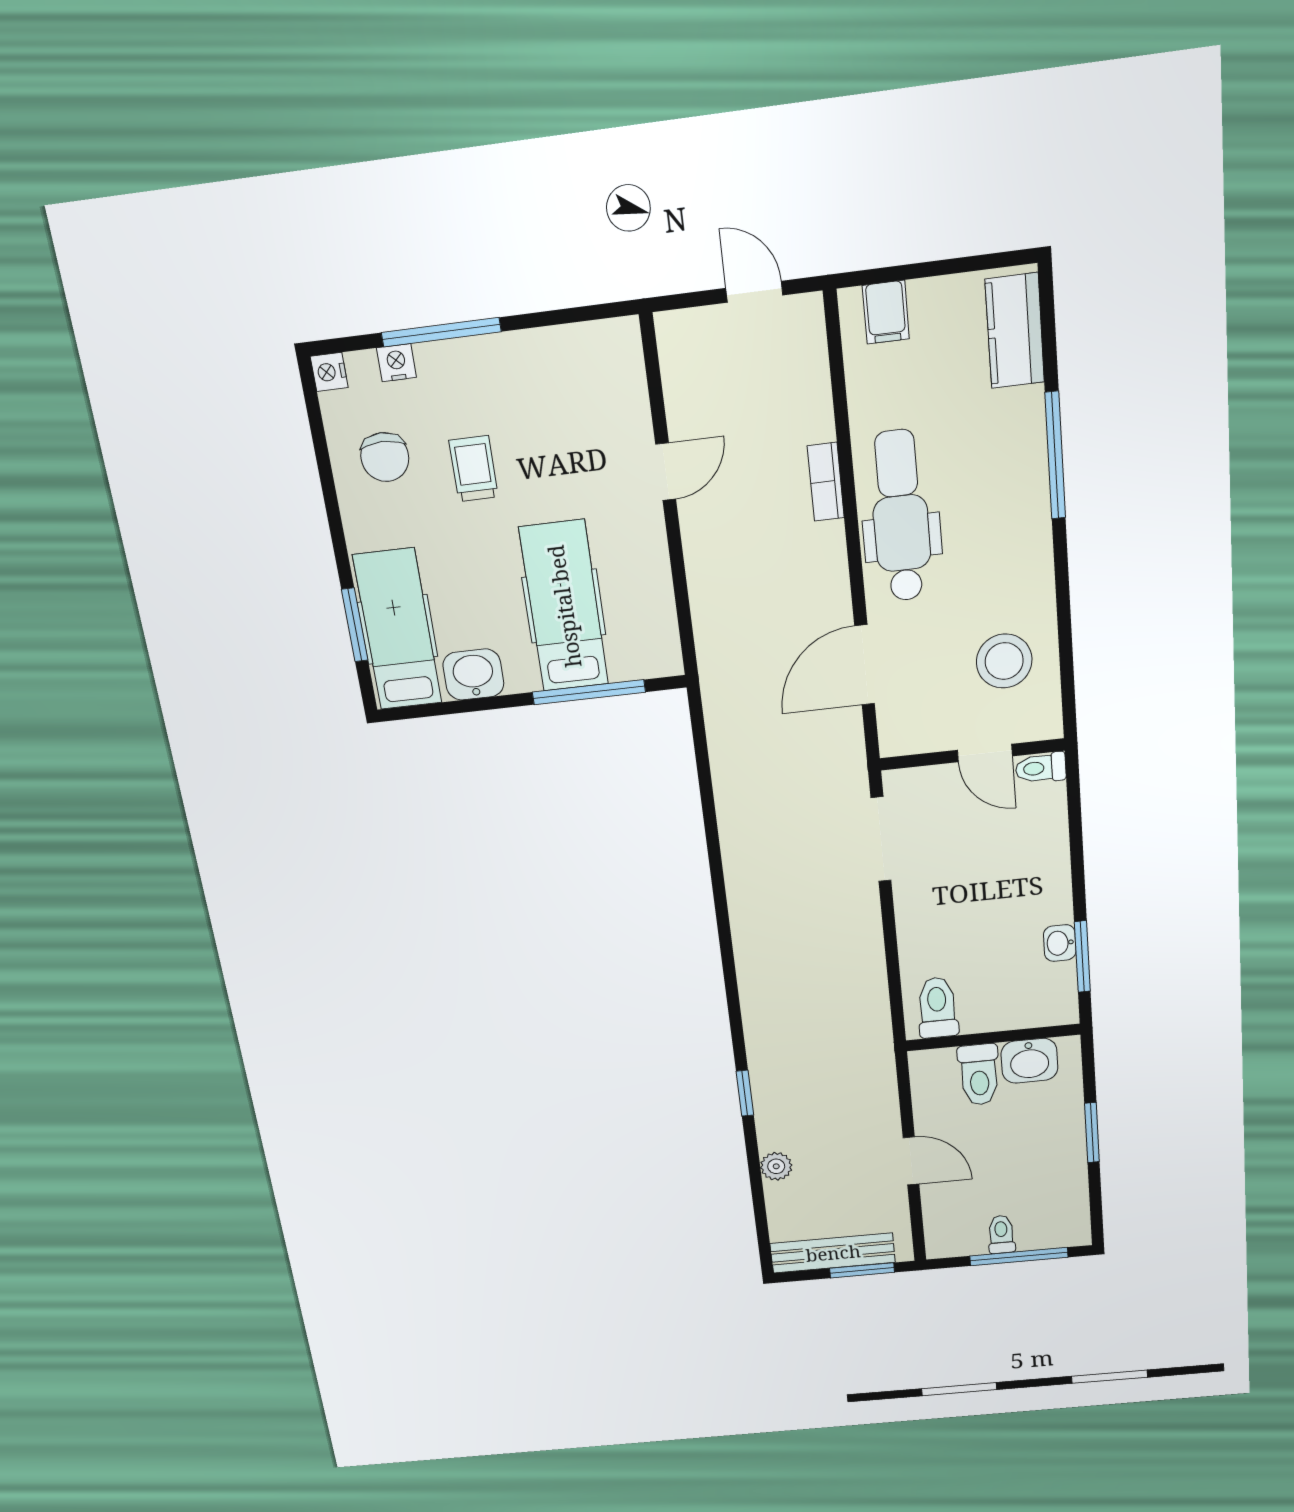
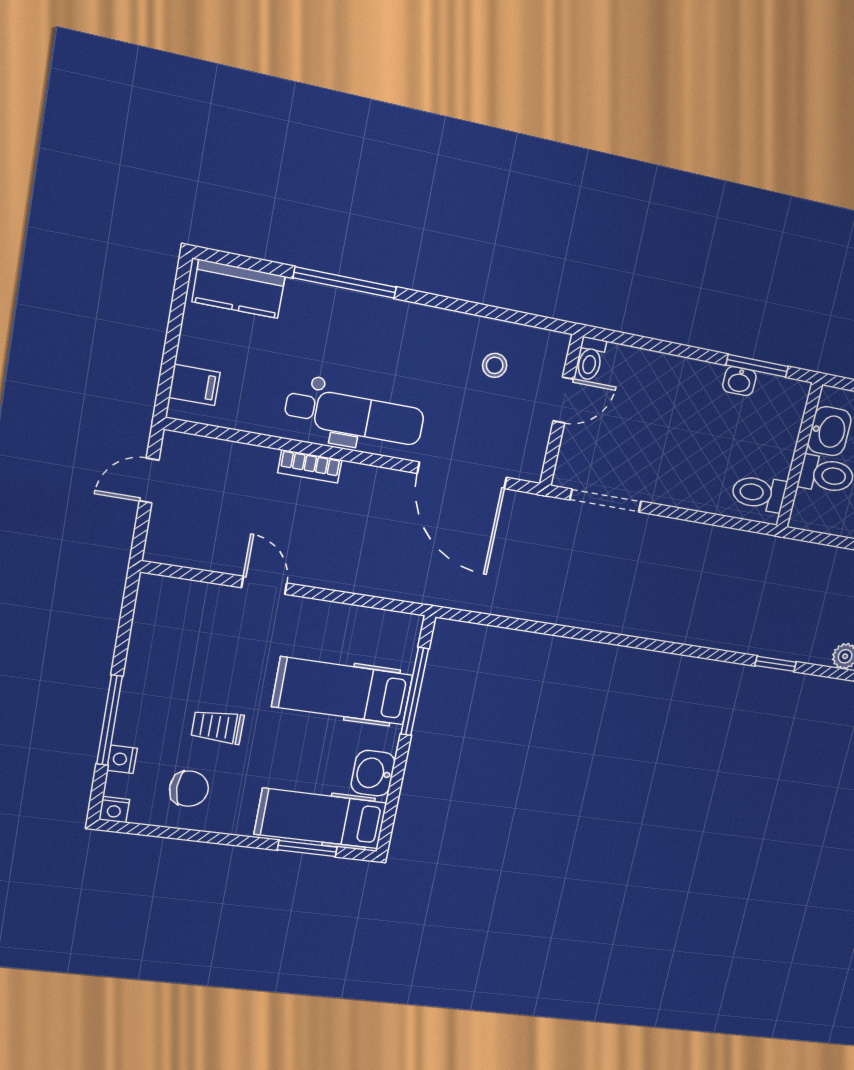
dental chair: (901, 516) -> (355, 416), turned 180
stool: (1004, 661) -> (495, 365), width x0.53, depth x0.53
door: (865, 665) -> (462, 475), width x1.36

